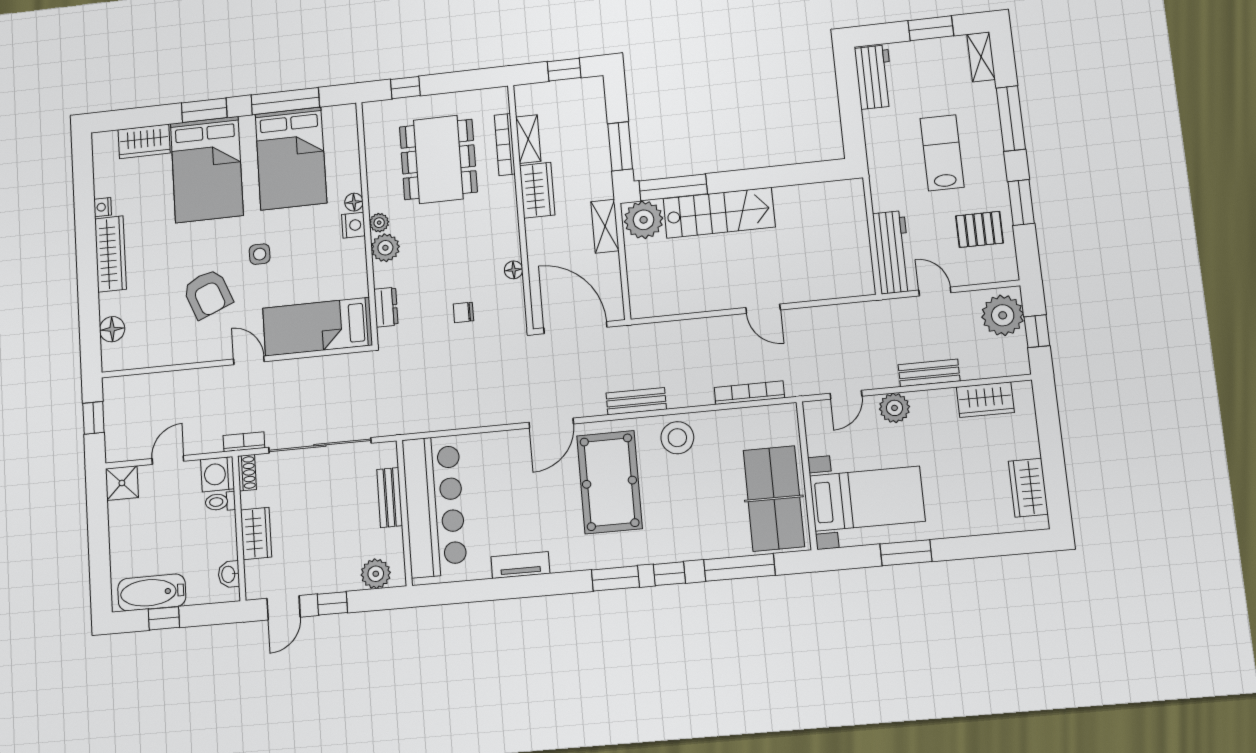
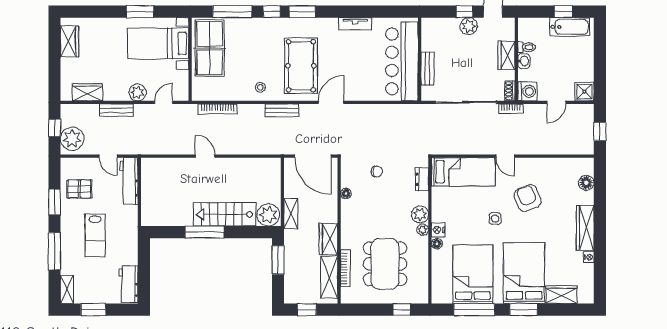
shelving: (528, 139) -> (329, 277), width x1.50, depth x1.33
window: (673, 187) -> (205, 232), moved
stool: (677, 438) -> (260, 87), width x0.53, depth x0.53
toilet: (220, 502) -> (527, 47), moved
washbasin: (229, 574) -> (524, 61), moved
plant: (376, 574) -> (469, 26), moved

